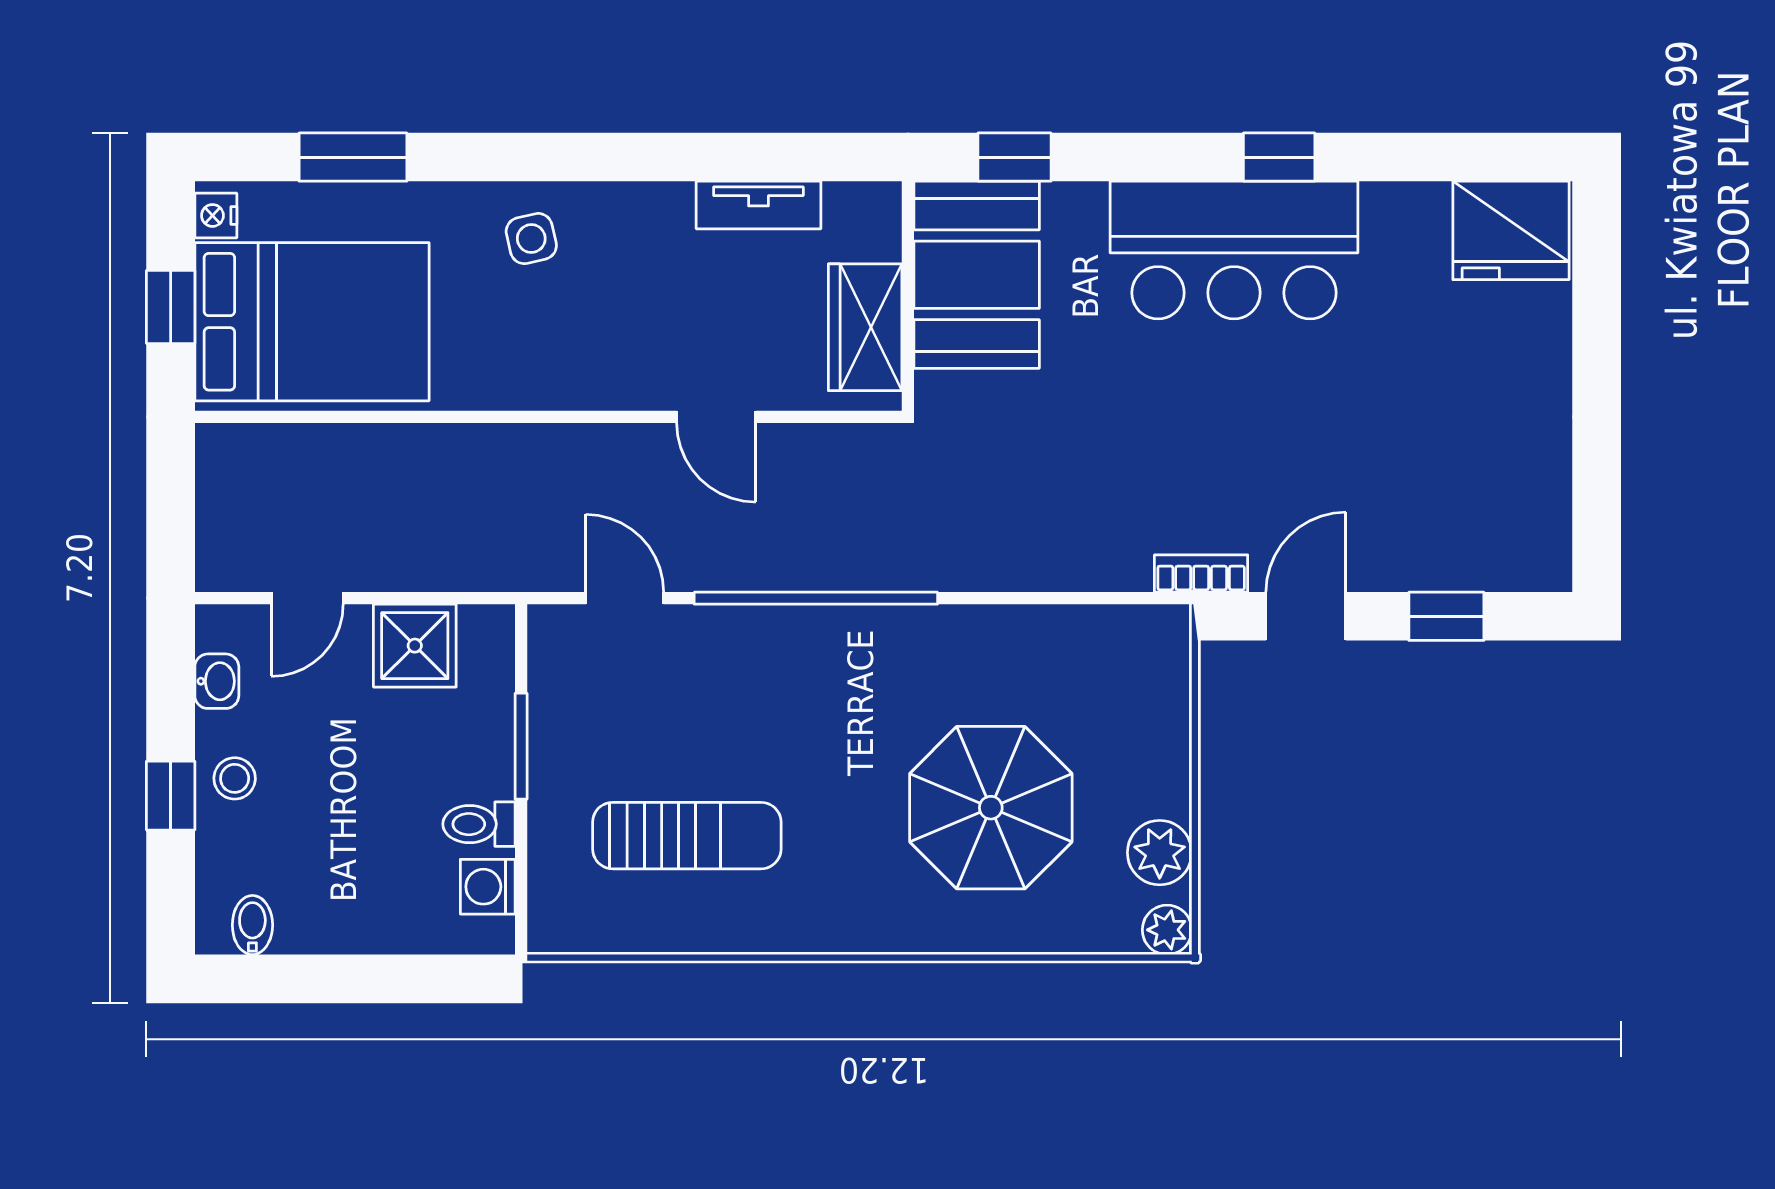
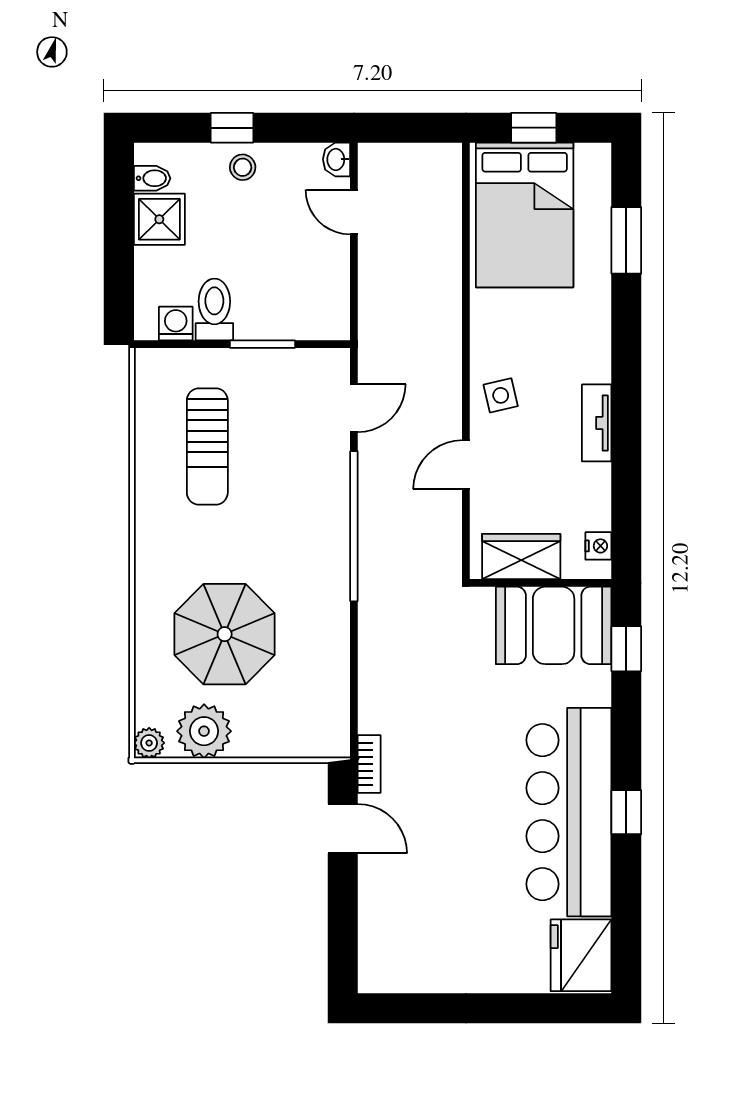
tv unit: (758, 205) -> (597, 423), moved
nightstand: (216, 215) -> (598, 546), moved, turned 90
side table: (531, 239) -> (501, 395), moved
bar counter: (1234, 250) -> (569, 812), width x1.36
window: (1446, 616) -> (343, 915), removed
shower: (415, 646) -> (159, 219), moved
washbasin: (217, 681) -> (337, 159), moved, turned 90
toilet: (479, 824) -> (214, 310), width x1.37, depth x1.39
plant: (1160, 853) -> (204, 731), width x1.36, depth x1.36

